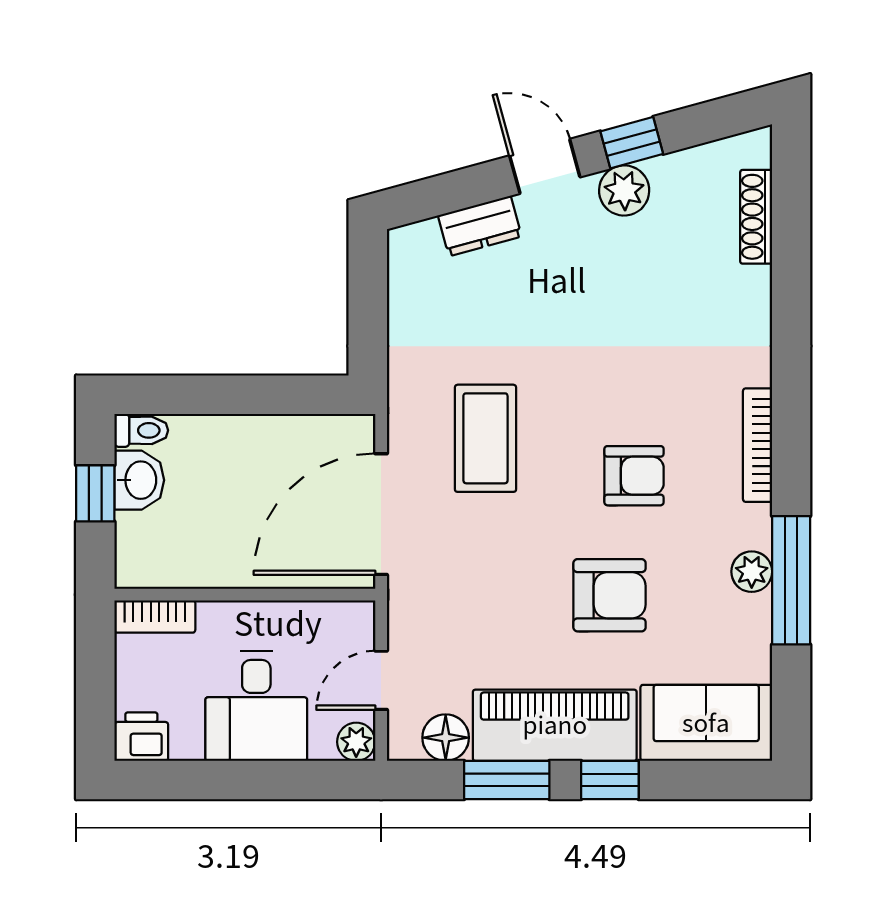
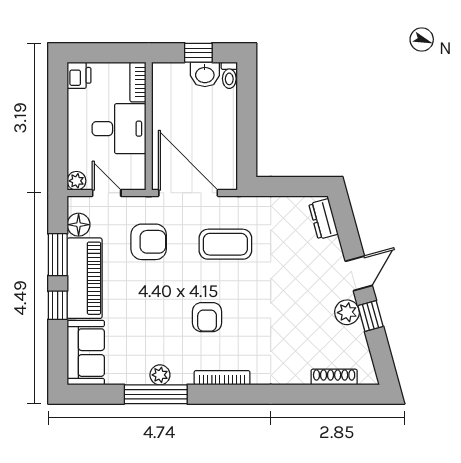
dresser: (480, 226) -> (323, 219), moved
armchair: (610, 595) -> (149, 242), moved, turned -90
desk: (256, 706) -> (119, 129), moved, turned 180

